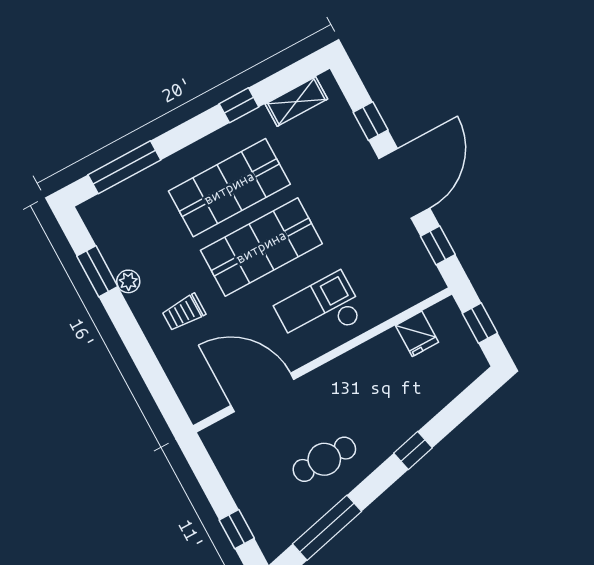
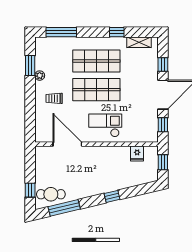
cafe table: (324, 459) -> (51, 194), moved

